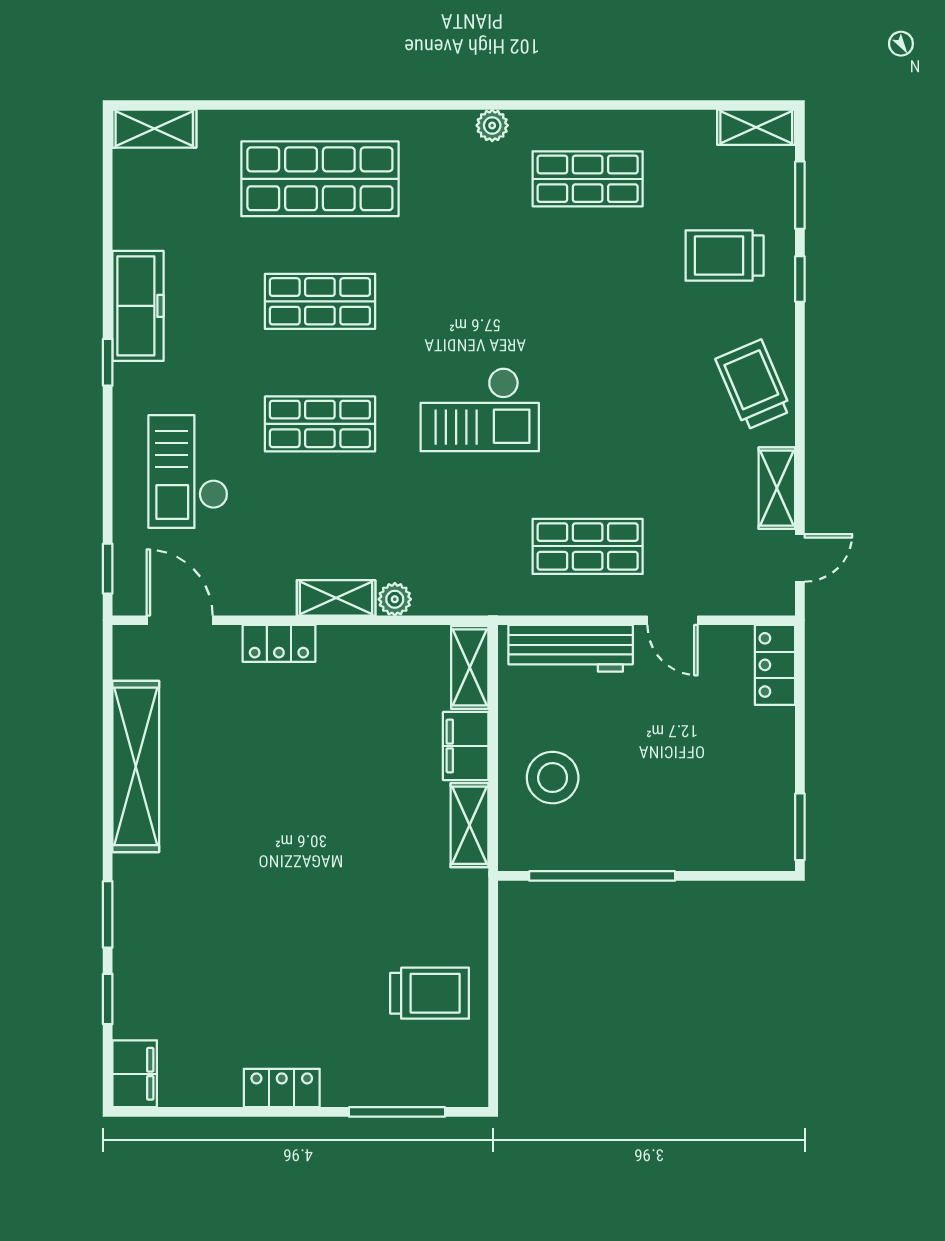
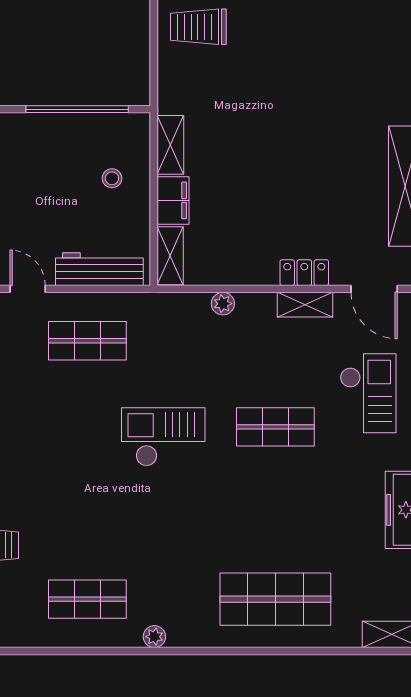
shop shelf: (320, 301) -> (275, 513), removed
shelving: (336, 598) -> (305, 305), moved
stool: (553, 778) -> (112, 178), width x0.53, depth x0.53

